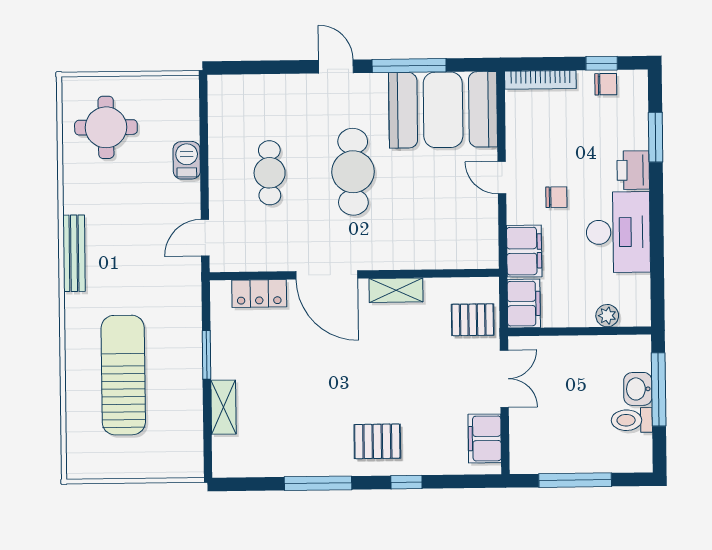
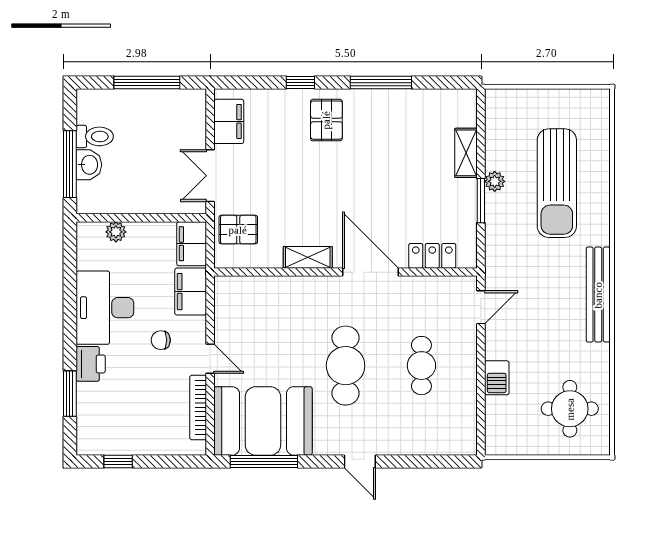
window: (409, 66) -> (264, 462), moved
bookcase: (540, 80) -> (198, 407), moved, turned -90
chair: (606, 84) -> (115, 442), removed
bench: (74, 253) -> (598, 295), width x1.37, depth x1.21
plant: (192, 376) -> (495, 181), added
pallet: (377, 441) -> (326, 120), turned 90

